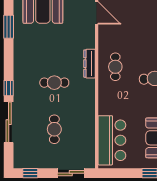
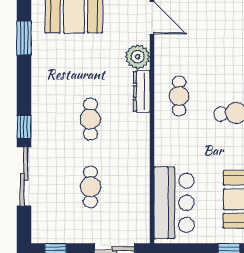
plant: (87, 40) -> (138, 57), added
cafe table: (54, 83) -> (90, 119), turned 90

